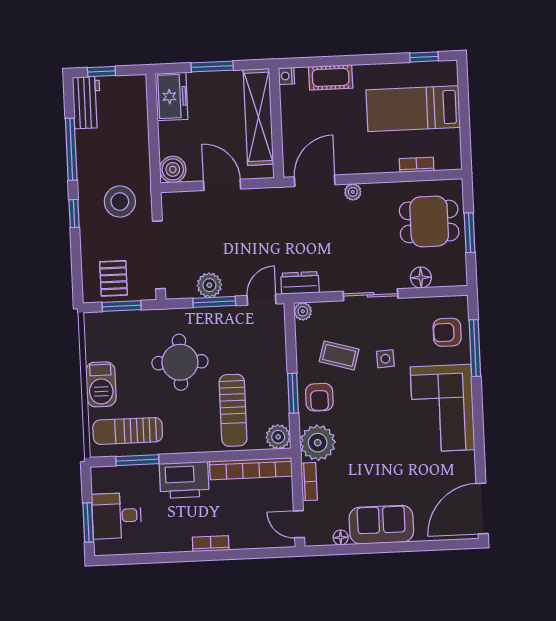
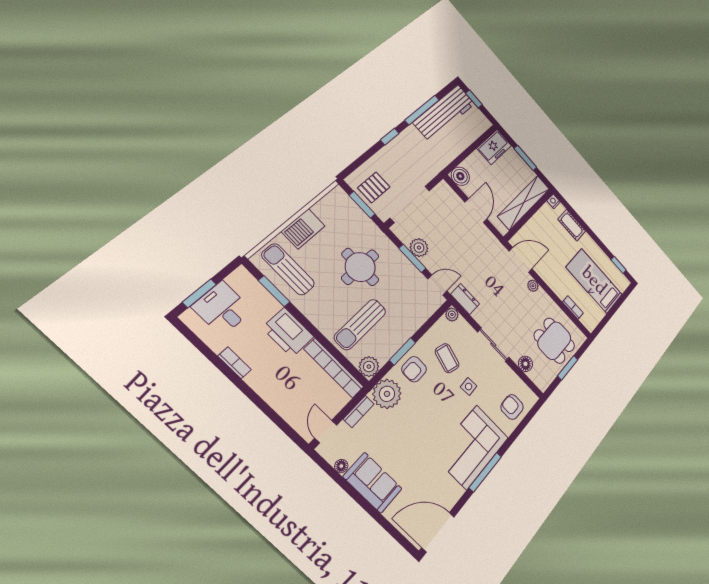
workbench: (87, 102) -> (444, 113), width x1.88, depth x1.32
stool: (120, 202) -> (419, 159), removed
window: (475, 348) -> (485, 472), moved
bookcase: (211, 544) -> (235, 363), moved

